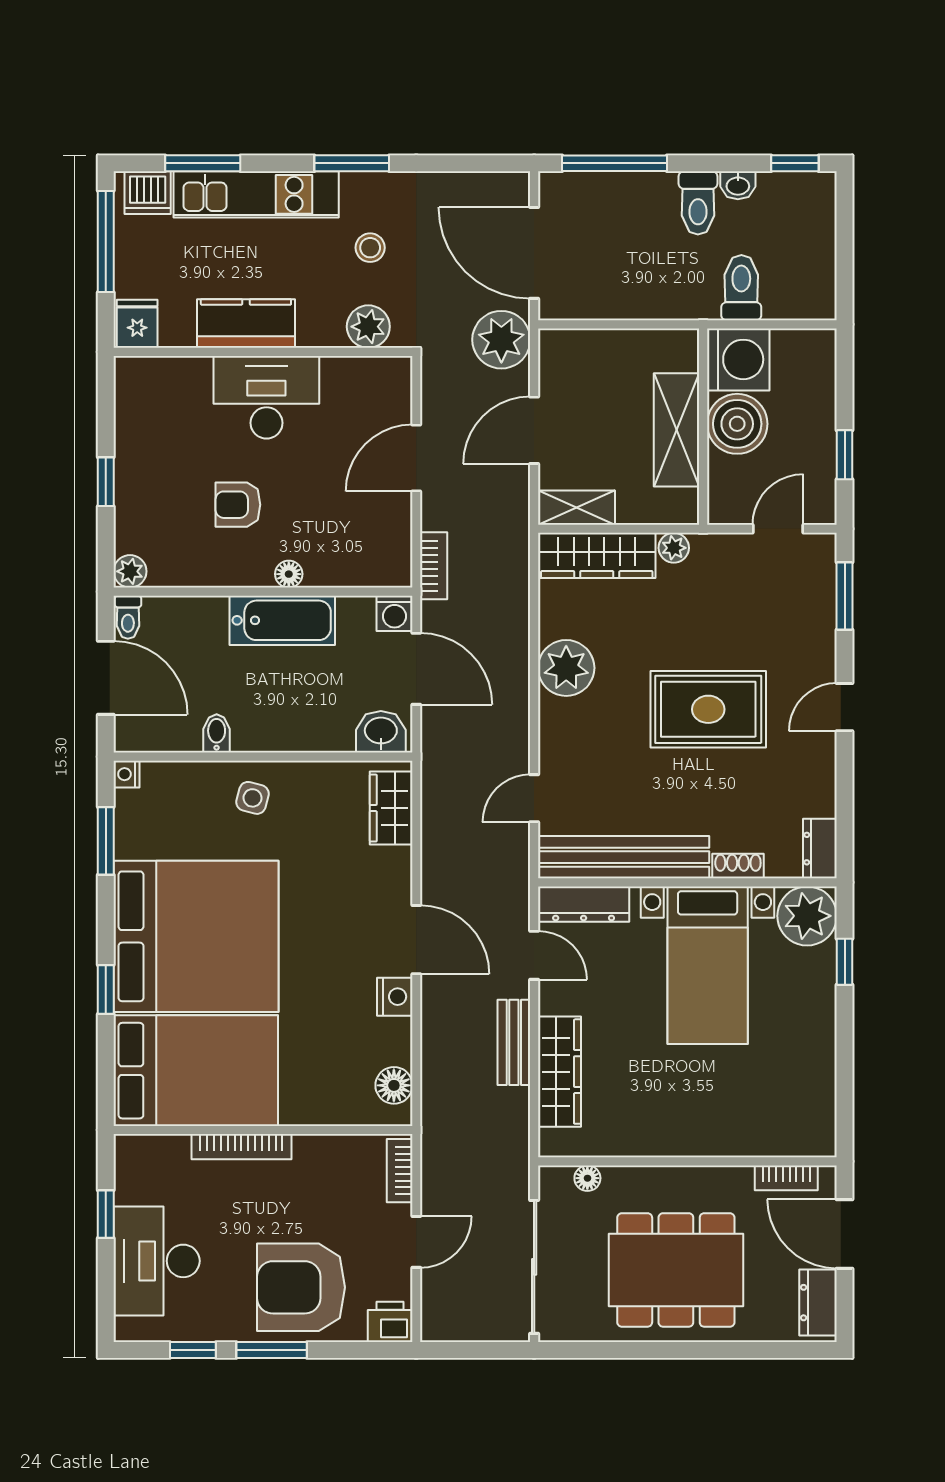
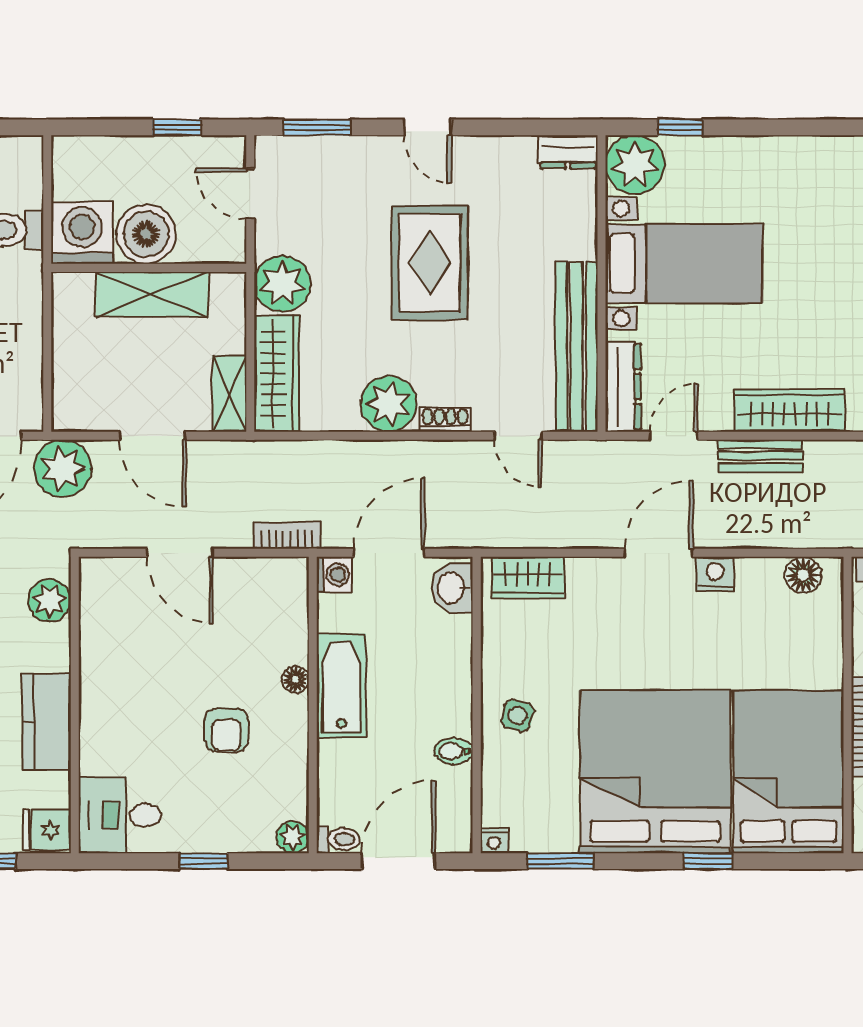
desk: (266, 397) -> (120, 815), moved, width x0.73
plant: (674, 548) -> (282, 284), width x1.87, depth x1.87
shoe rack: (738, 866) -> (445, 419), moved, turned 90

